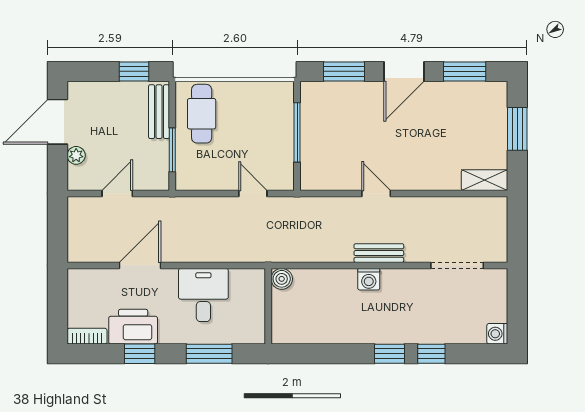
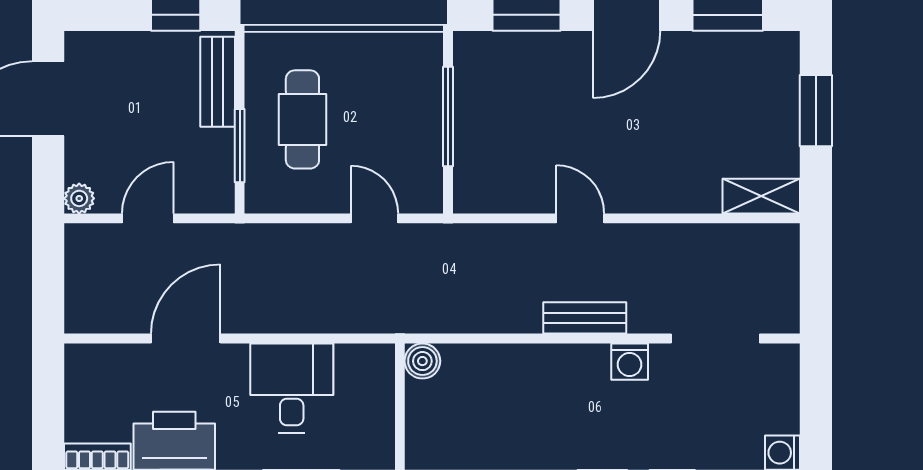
cafe table: (202, 114) -> (302, 119), moved
plant: (76, 155) -> (79, 198), moved
washing machine: (369, 279) -> (630, 362), moved

